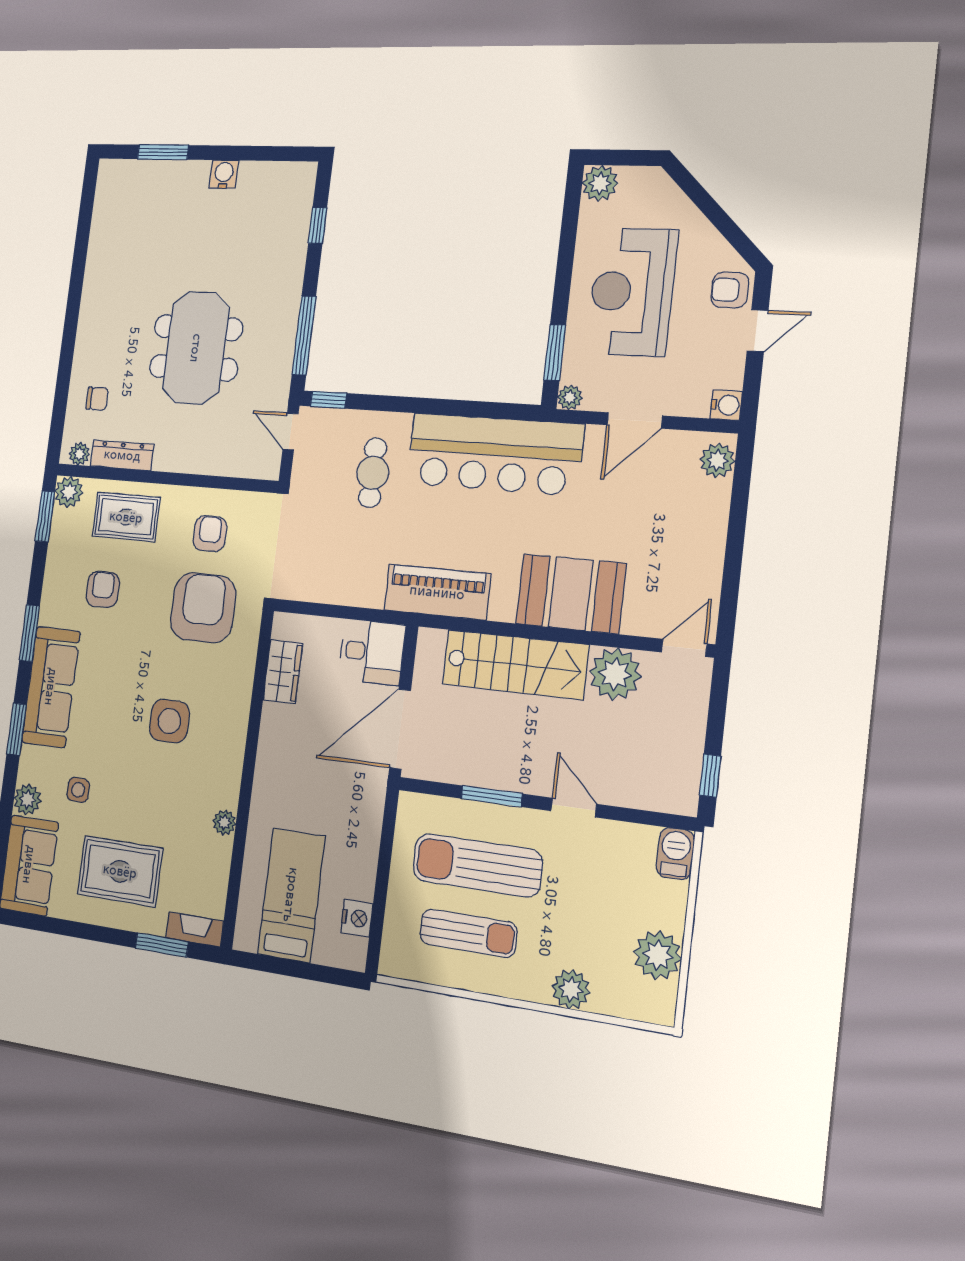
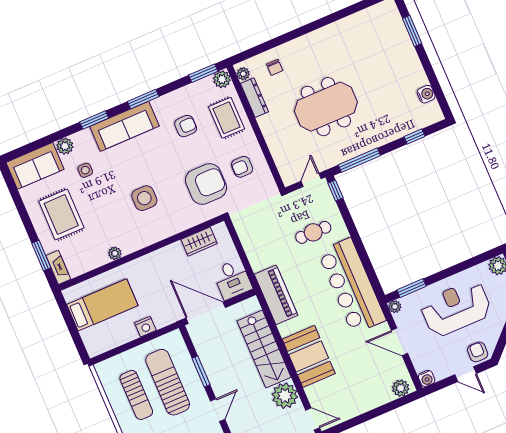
water cooler: (224, 174) -> (426, 94), moved
armchair: (210, 534) -> (242, 167), turned 180
nightstand: (357, 918) -> (145, 327), moved

